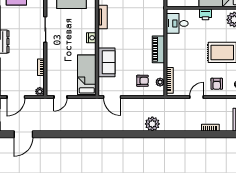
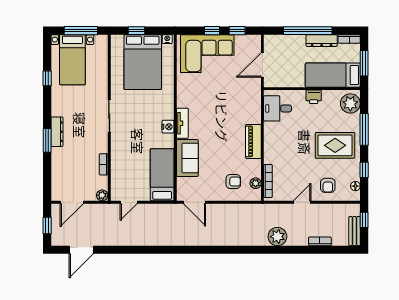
tv unit: (103, 17) -> (182, 123), moved
plant: (152, 124) -> (277, 237), moved

